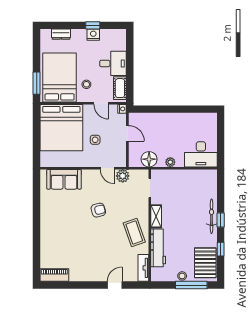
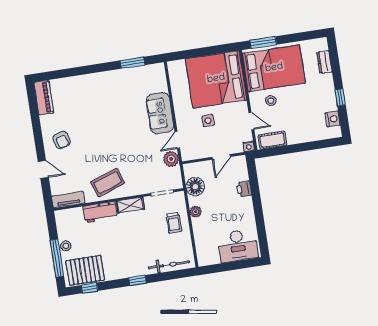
nightstand: (93, 35) -> (333, 119), moved
desk: (113, 63) -> (300, 128), removed
door: (101, 103) -> (251, 121), swing flipped
printer: (157, 118) -> (244, 189), added
desk: (201, 154) -> (238, 246), moved, turned -90
sofa: (64, 179) -> (160, 113), moved
trolley: (177, 182) -> (174, 223), added
window: (37, 196) -> (132, 63), added
armchair: (98, 210) -> (62, 140), moved
bicycle: (212, 216) -> (169, 265), moved
workbench: (158, 248) -> (100, 212), width x0.73
window: (221, 249) -> (89, 288), moved

